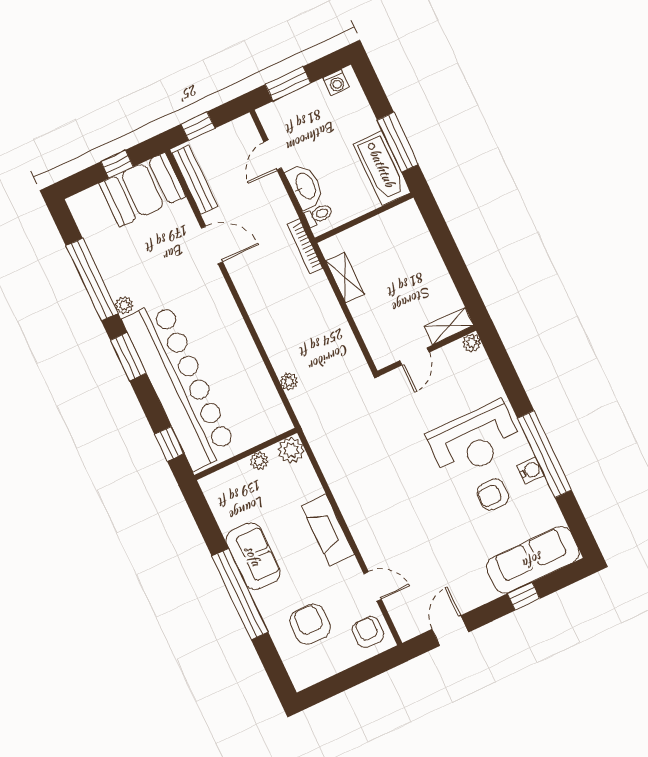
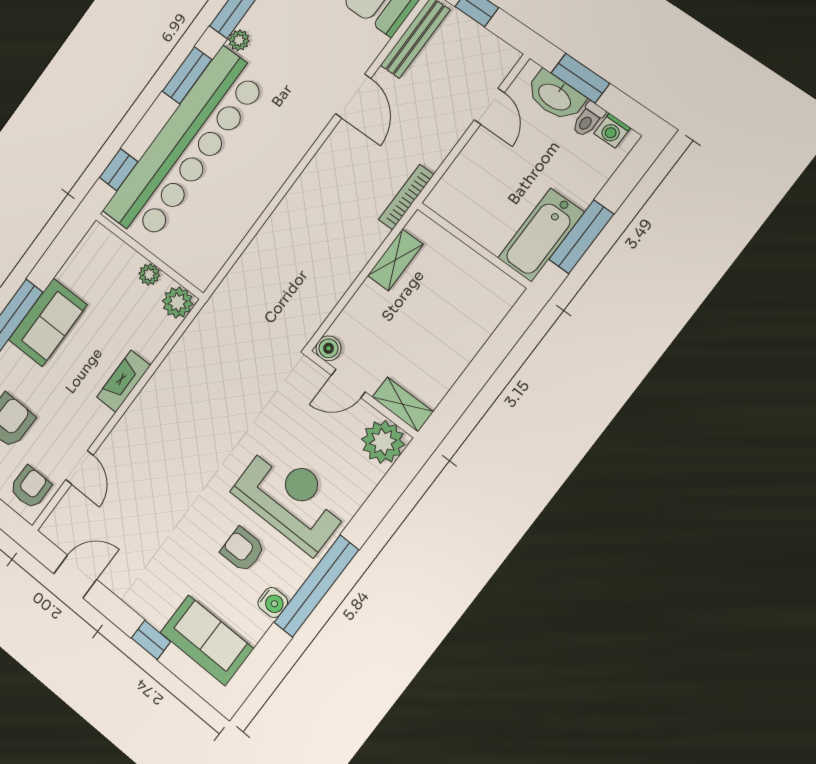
door: (273, 155) -> (489, 106), swing flipped
washbasin: (305, 186) -> (555, 96), moved, turned 90
toilet: (319, 215) -> (588, 119), moved, turned 90
plant: (472, 343) -> (383, 442), width x1.88, depth x1.88
boiler: (382, 358) -> (329, 348), added
plant: (289, 382) -> (249, 260), removed
reception desk: (474, 440) -> (291, 499), turned 180
water cooler: (531, 470) -> (273, 602), moved
fireplace: (328, 530) -> (124, 381), width x0.73, depth x0.76
sofa: (533, 560) -> (207, 641), width x0.73

